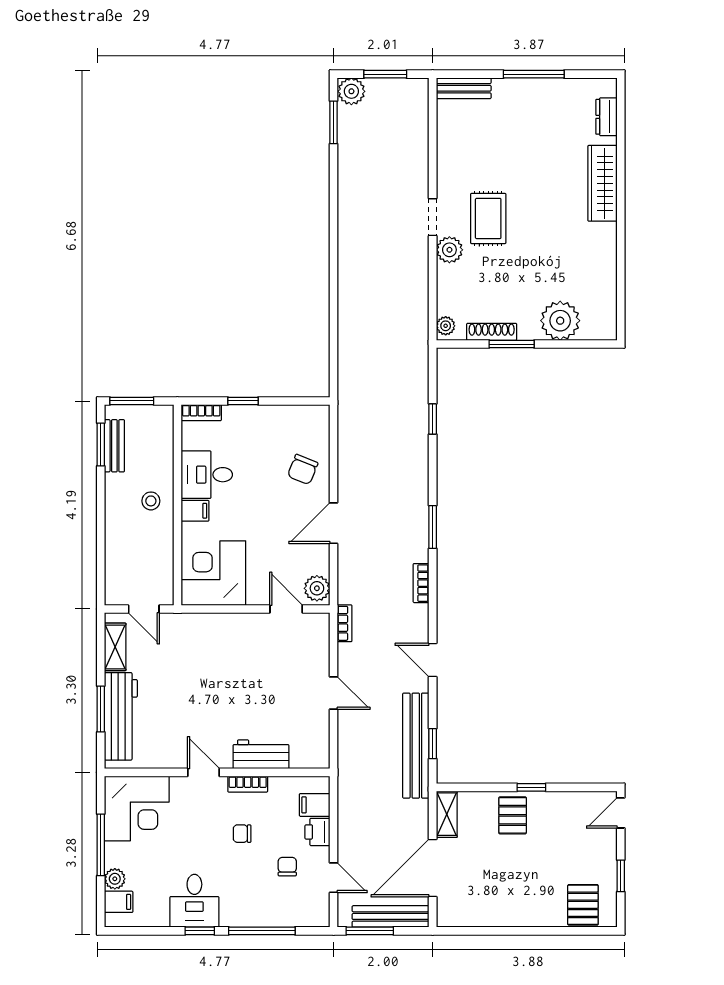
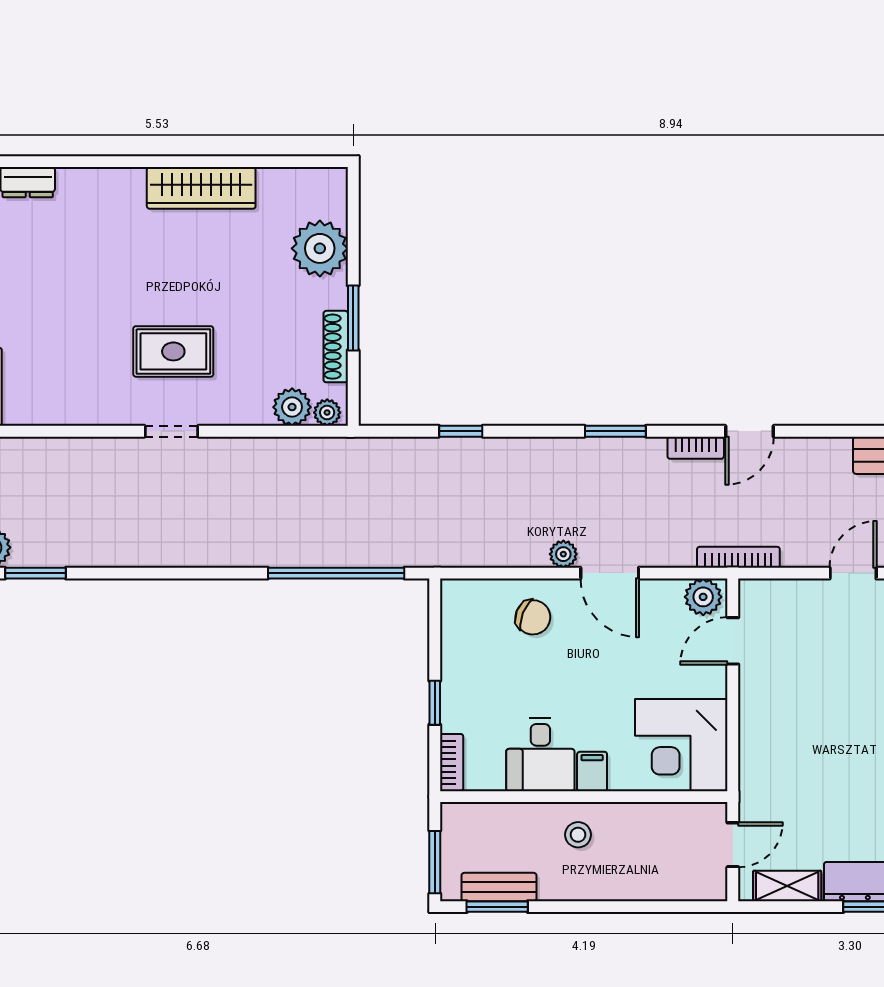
wardrobe: (602, 183) -> (201, 188), moved
plant: (449, 250) -> (292, 407), moved
window: (334, 332) -> (336, 573), added
plant: (347, 491) -> (563, 554), added
bookcase: (345, 623) -> (738, 557), width x1.56
door: (433, 660) -> (750, 431), moved

